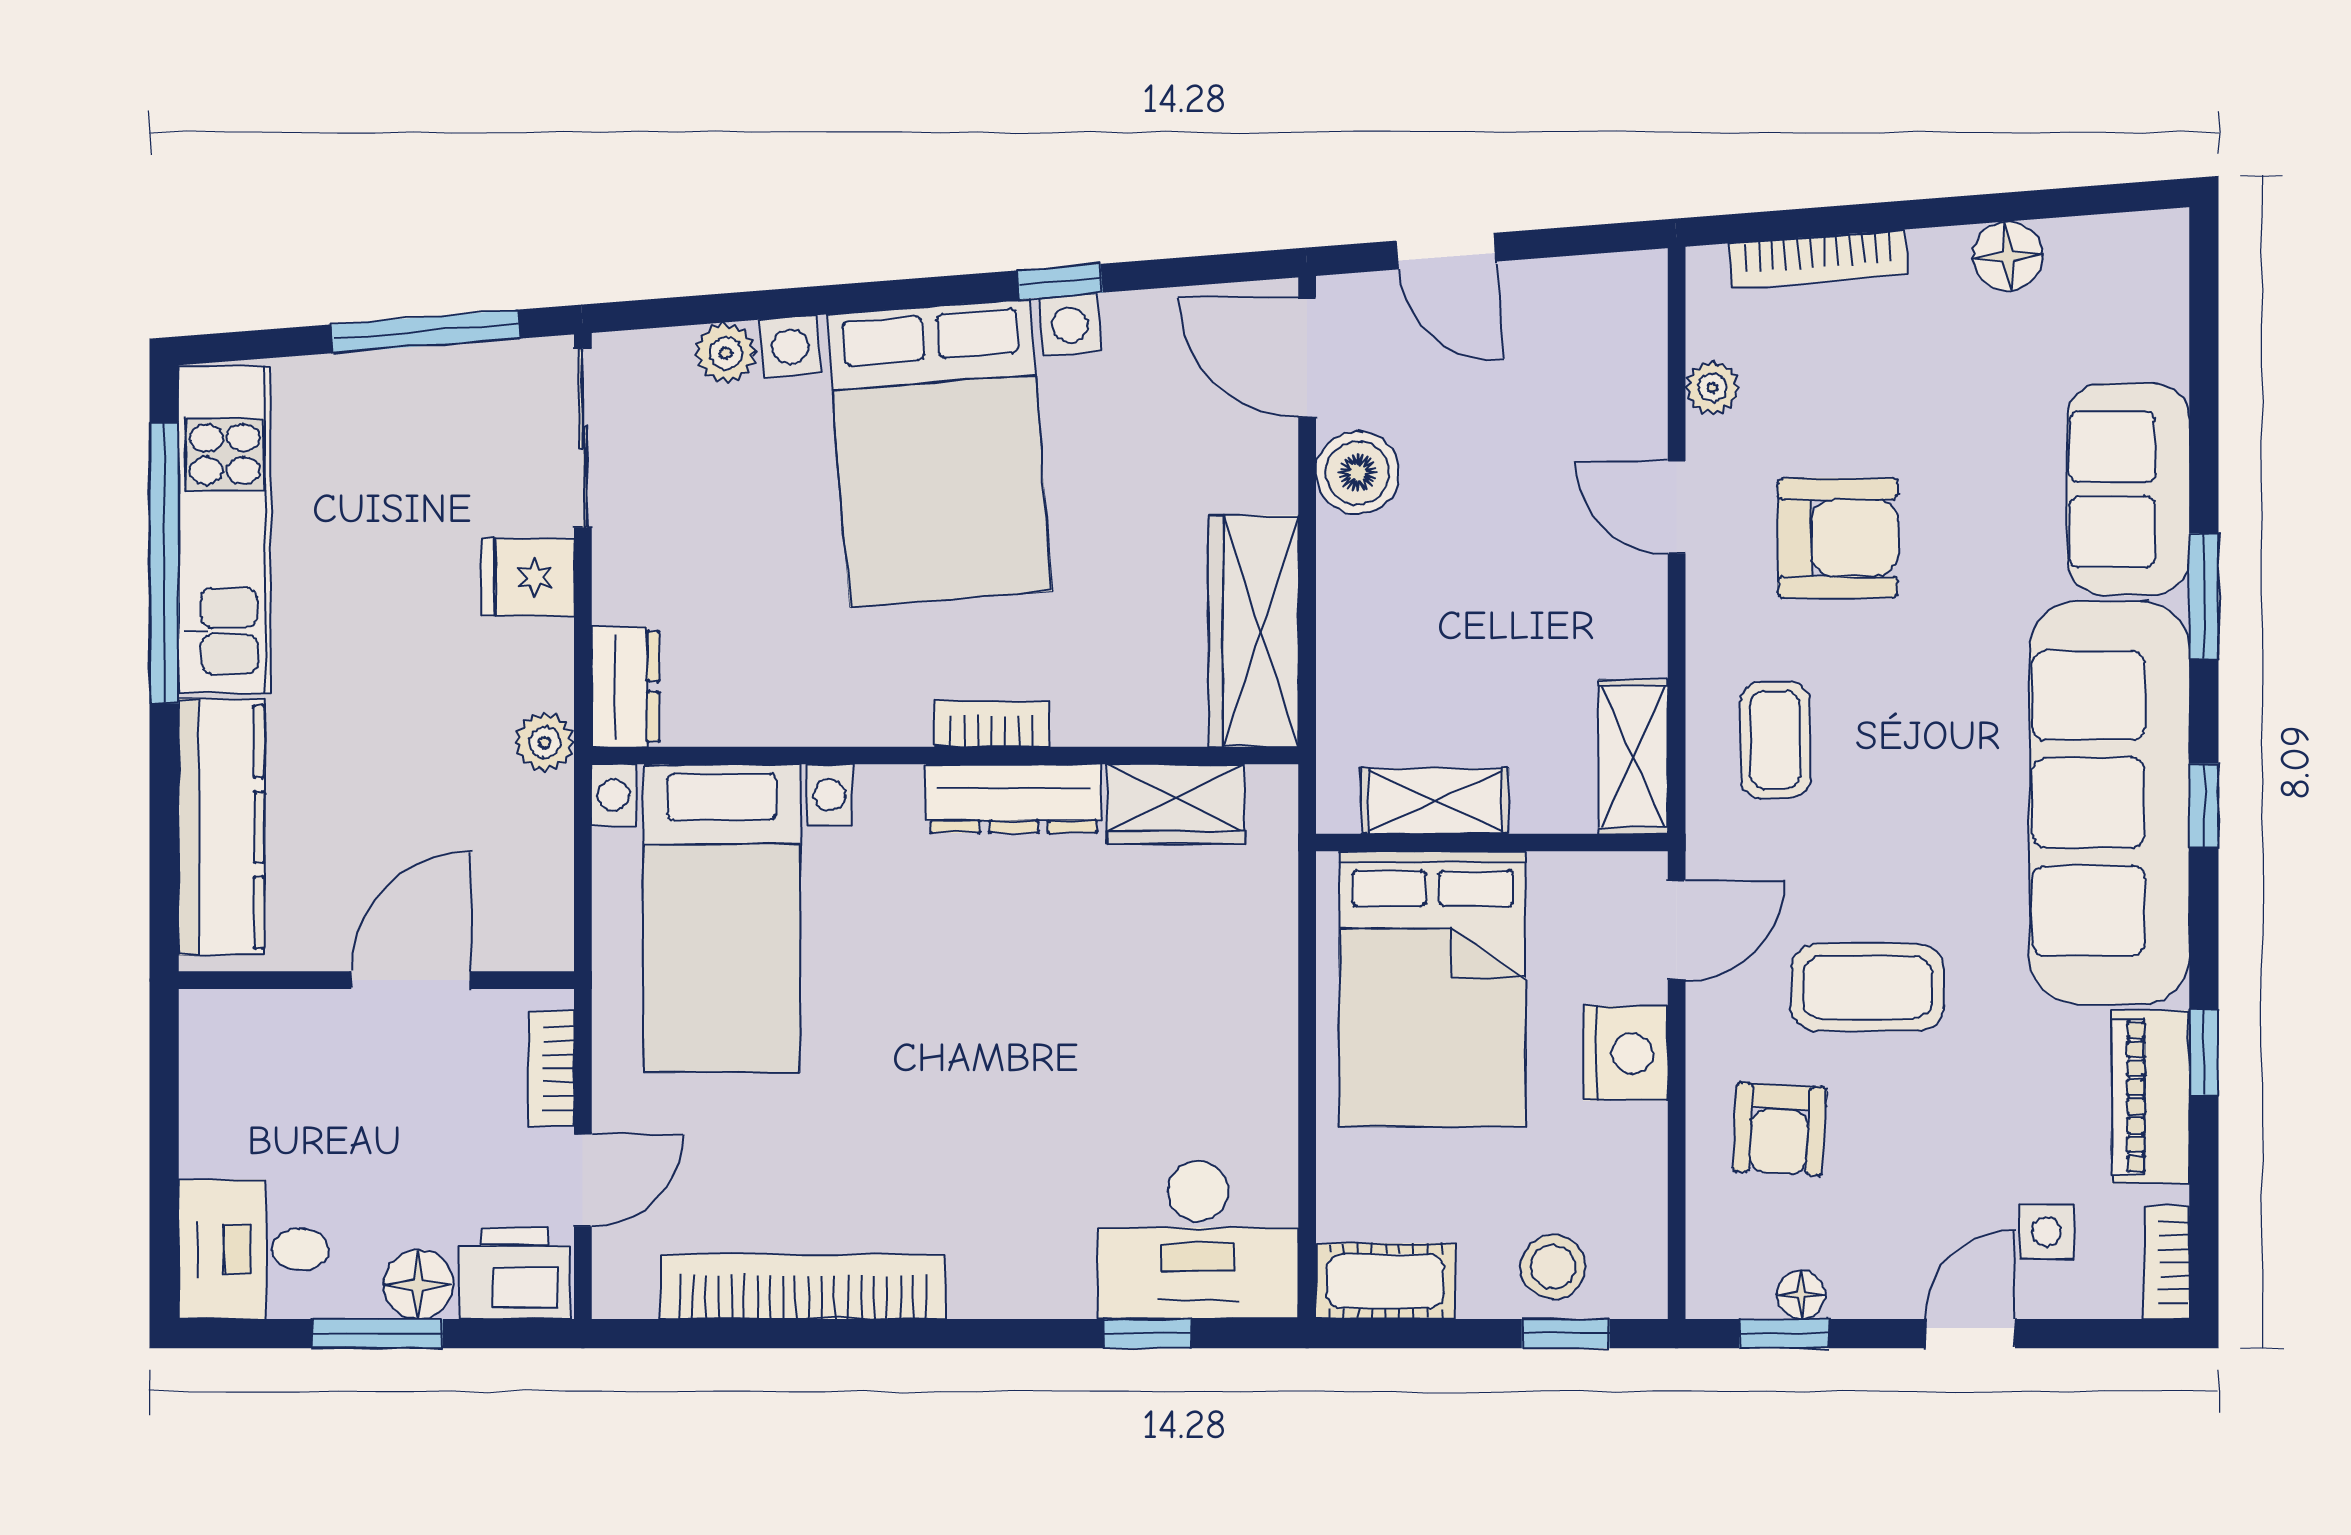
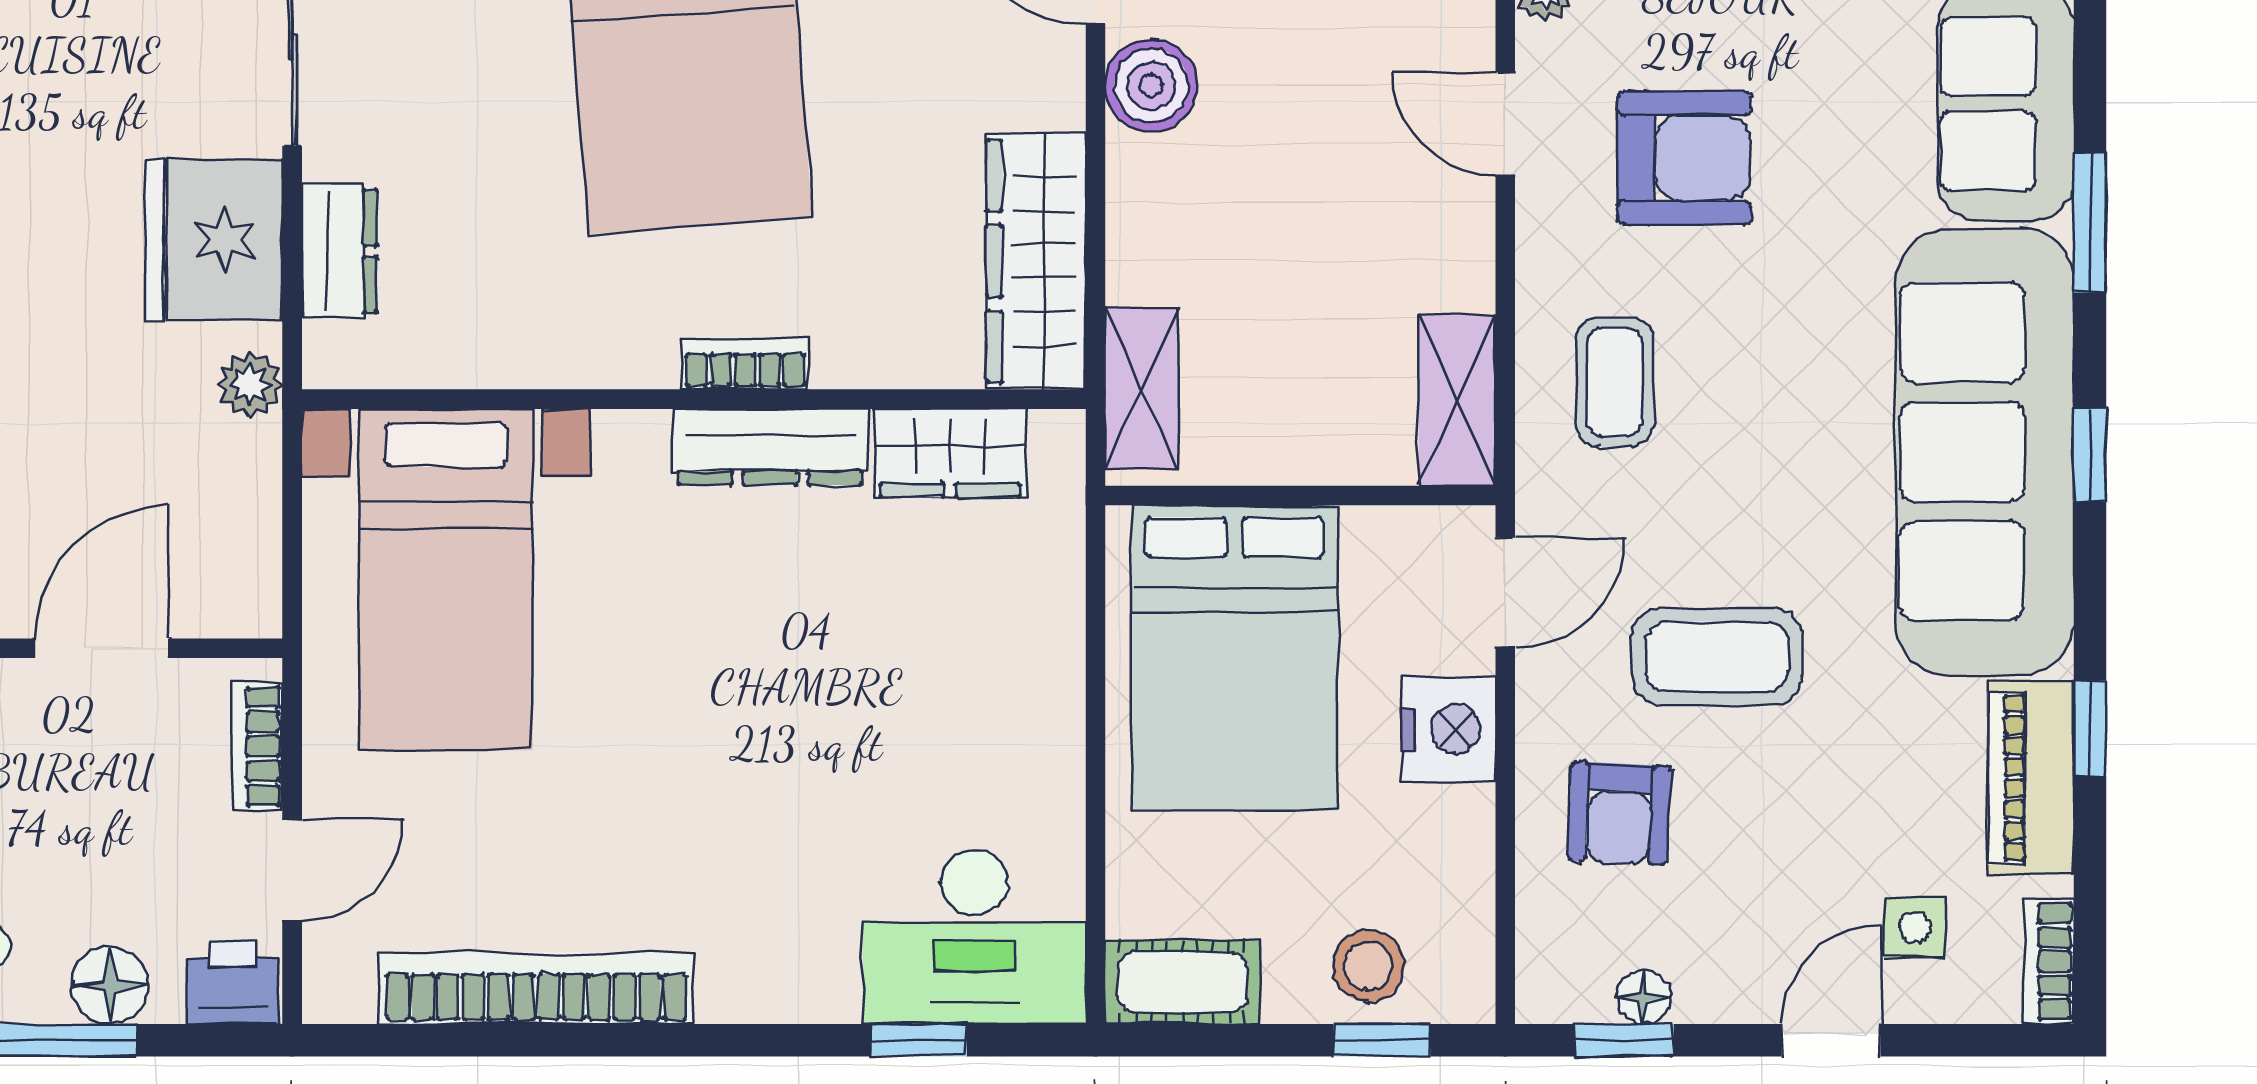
fridge: (528, 577) -> (214, 240), width x1.88, depth x1.34
dresser: (625, 687) -> (339, 251), moved
shelving: (1435, 801) -> (1142, 388), moved, turned 90
printer: (515, 1273) -> (233, 983), width x0.73, depth x0.81

